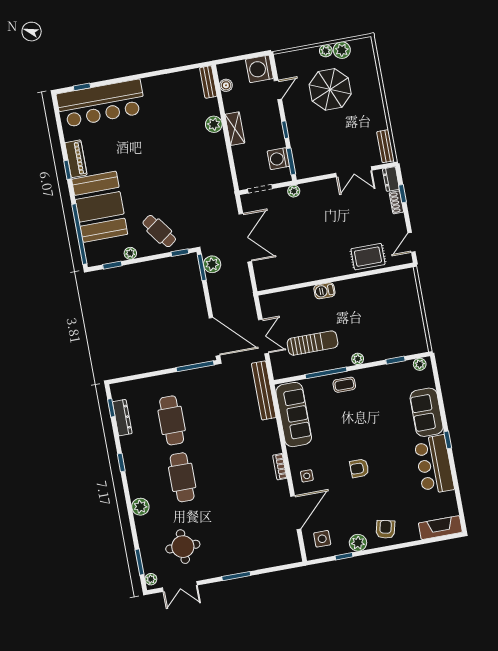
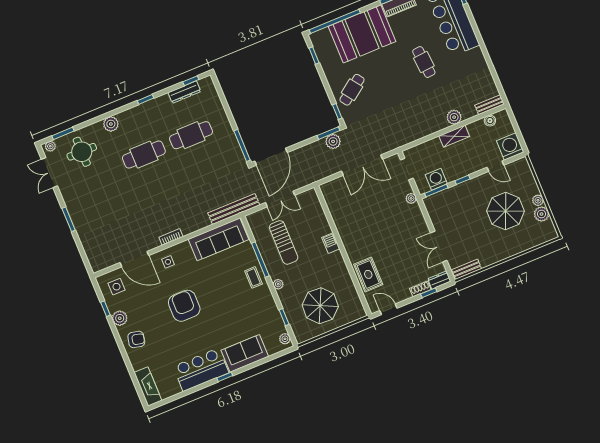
cafe table: (145, 145) -> (424, 62), added
plant: (130, 253) -> (328, 69), removed
parasol: (391, 317) -> (320, 306), added
armchair: (359, 468) -> (184, 306), width x1.88, depth x1.88
round table: (183, 547) -> (82, 152), moved

